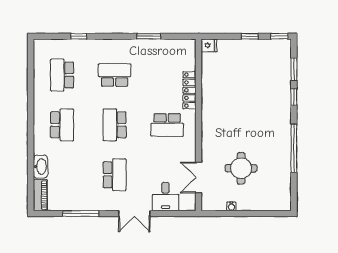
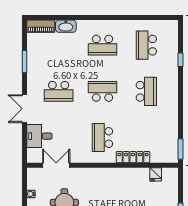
window: (149, 36) -> (180, 149), moved
fridge: (209, 45) -> (156, 174), moved
school desk: (62, 75) -> (146, 45), turned -90
window: (81, 214) -> (25, 61), width x0.69

